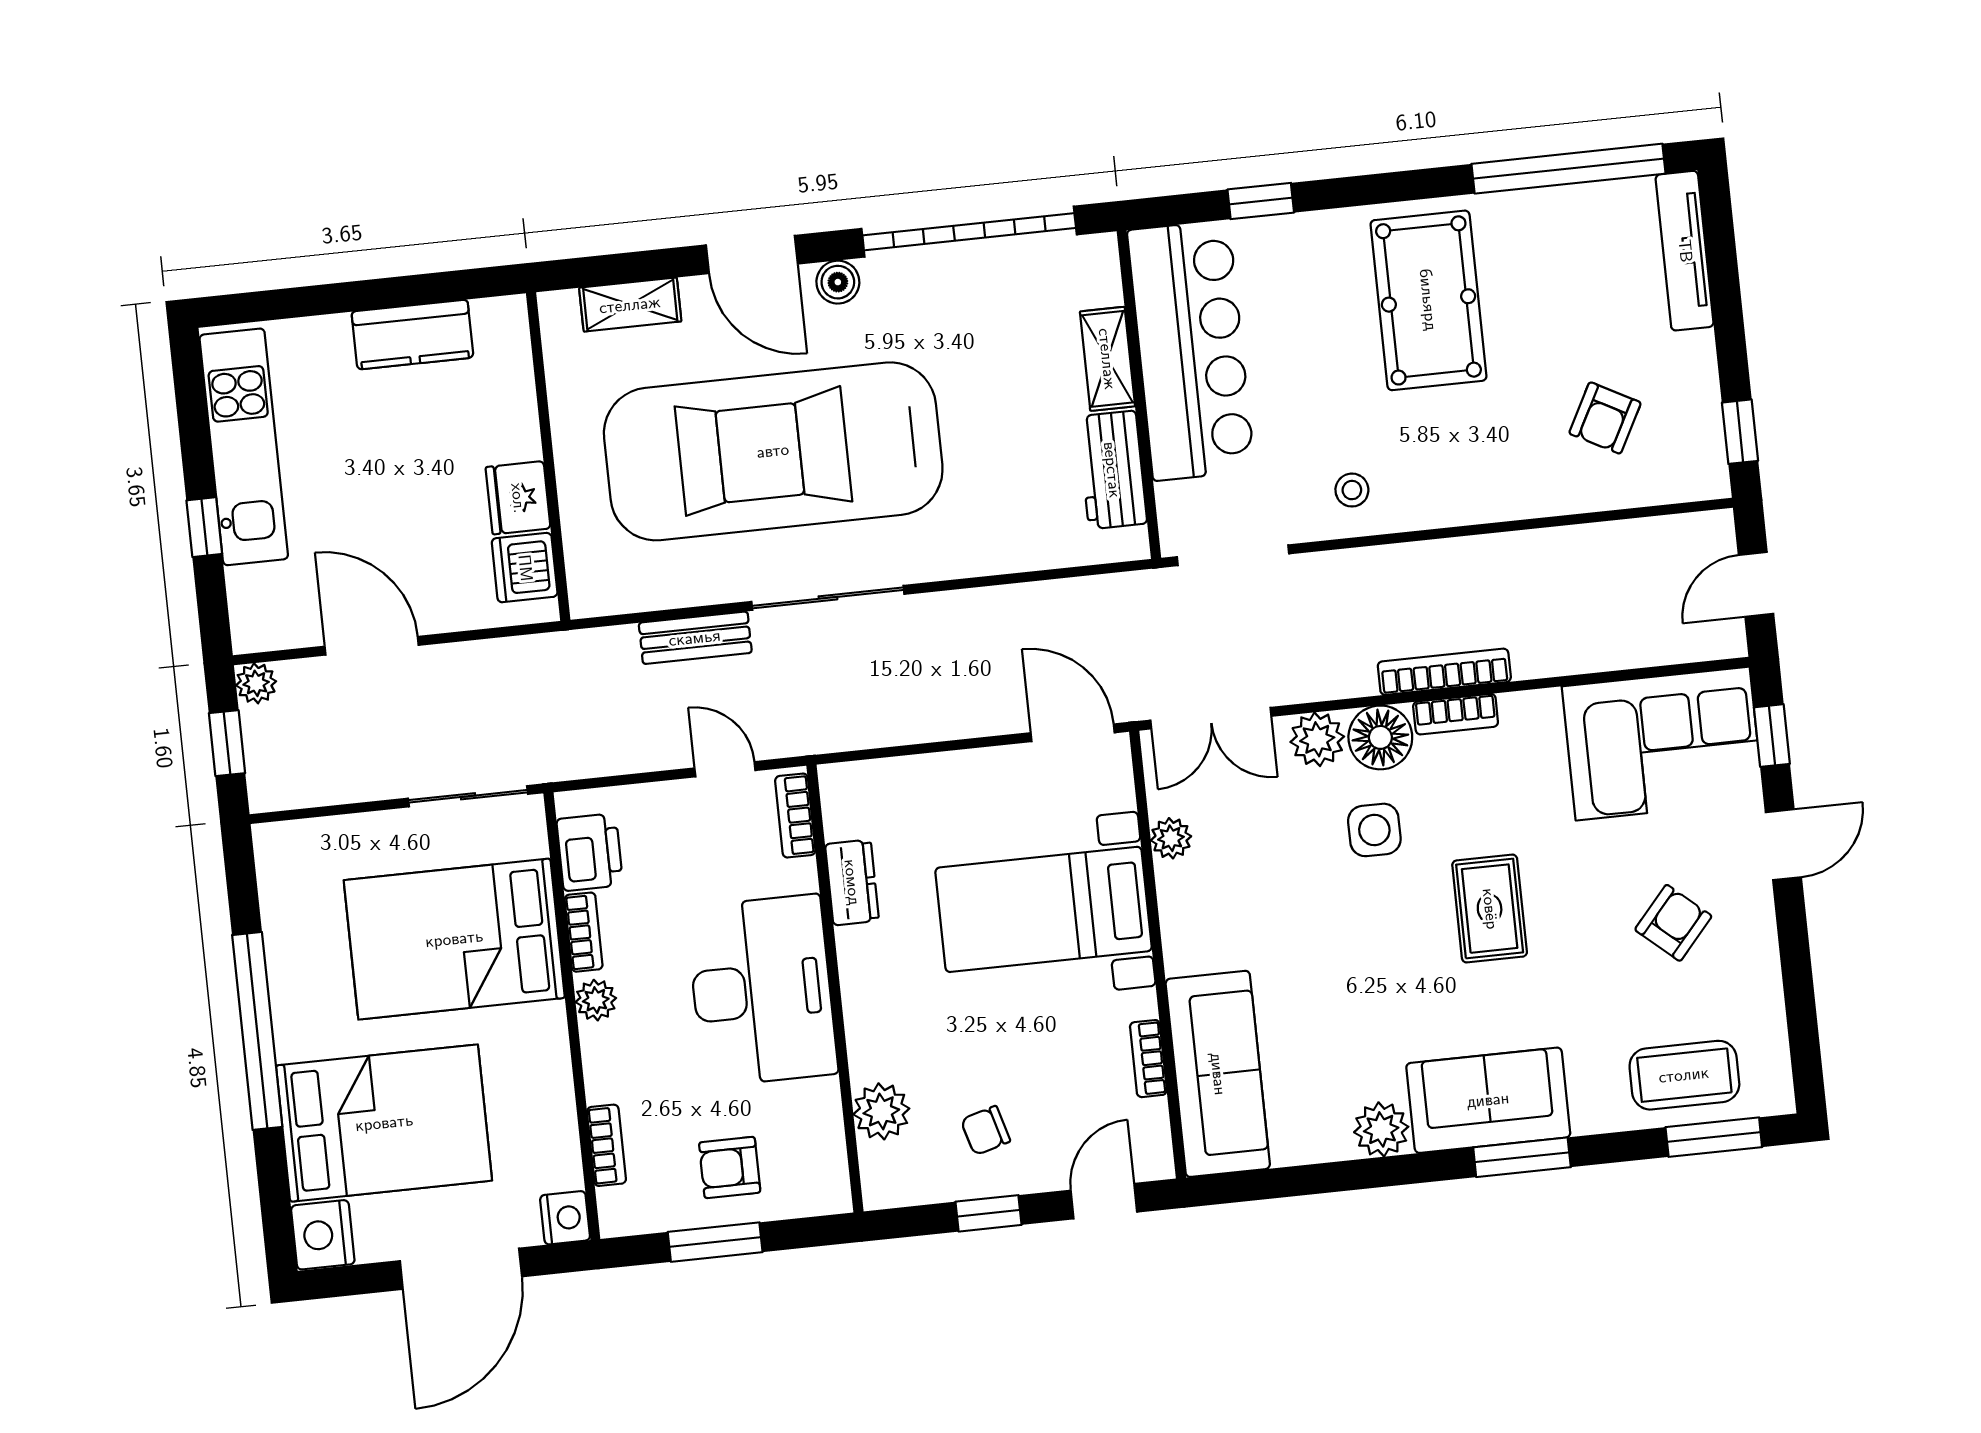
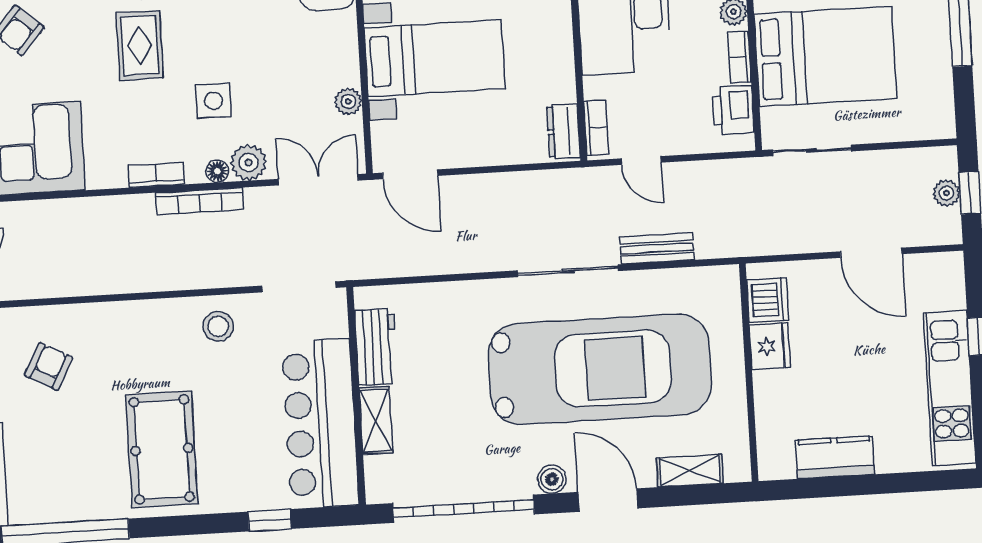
stool: (1352, 490) -> (218, 326), width x1.37, depth x1.37
bookcase: (1444, 672) -> (200, 201), moved
plant: (256, 683) -> (946, 193), moved
floor lamp: (1380, 737) -> (217, 171), width x0.53, depth x0.53
dresser: (852, 882) -> (564, 131), moved

